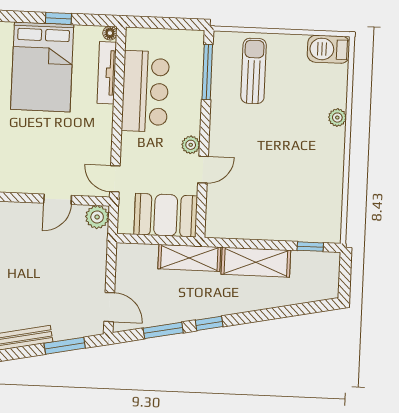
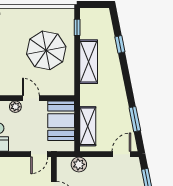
parasol: (277, 197) -> (46, 50), added
plant: (97, 217) -> (79, 164), moved
shelving: (189, 258) -> (88, 126), moved
window: (209, 323) -> (120, 44), moved

